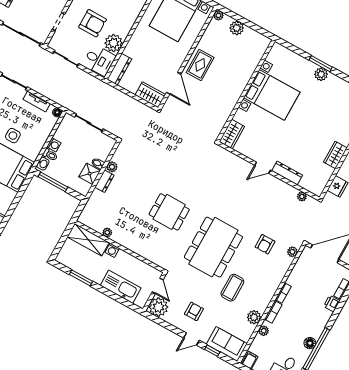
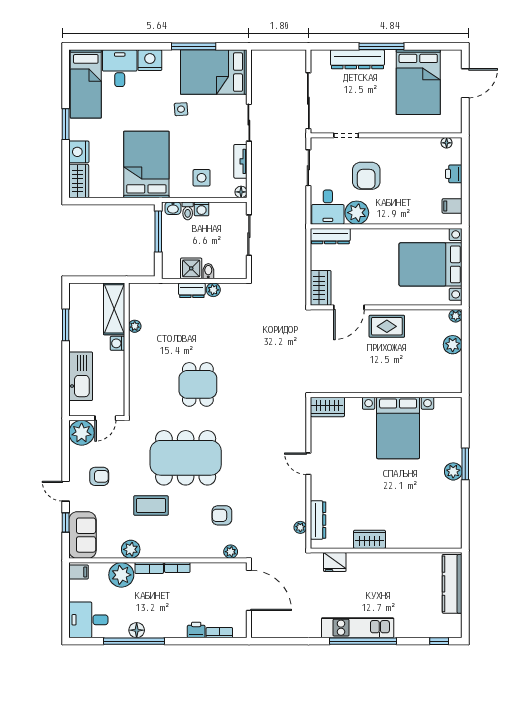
side table: (13, 136) -> (202, 178), moved
dresser: (287, 173) -> (318, 520), moved
plant: (264, 331) -> (121, 575), width x1.87, depth x1.87

